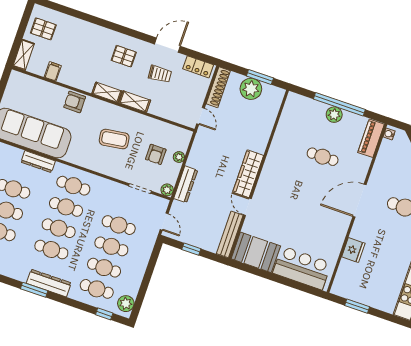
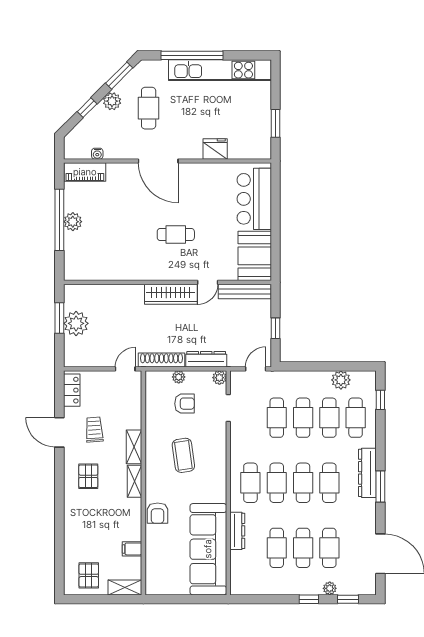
shoe rack: (218, 87) -> (162, 360), moved
water cooler: (389, 134) -> (97, 154), moved
cafe table: (323, 157) -> (176, 235), moved, turned 90
plant: (126, 304) -> (341, 380), moved

